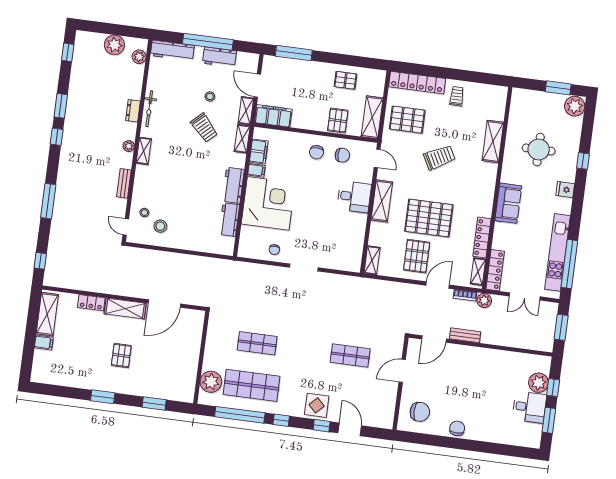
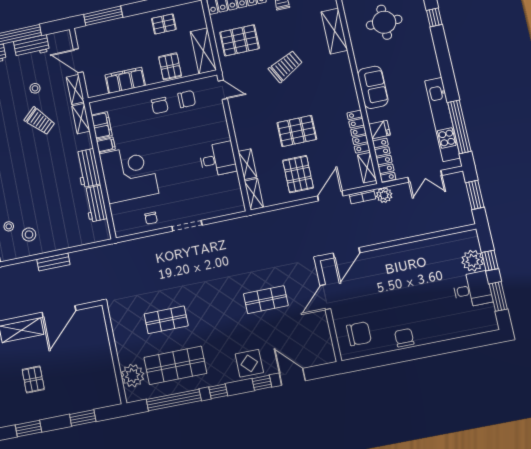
filing cabinet: (273, 116) -> (125, 80), moved
fridge: (565, 190) -> (379, 130), moved, turned 180
desk: (354, 197) -> (218, 159), moved
shelving: (382, 201) -> (247, 164), moved, width x0.67, depth x0.75
pallet: (429, 218) -> (297, 131), width x0.73, depth x0.71
bench: (465, 335) -> (53, 262), moved

